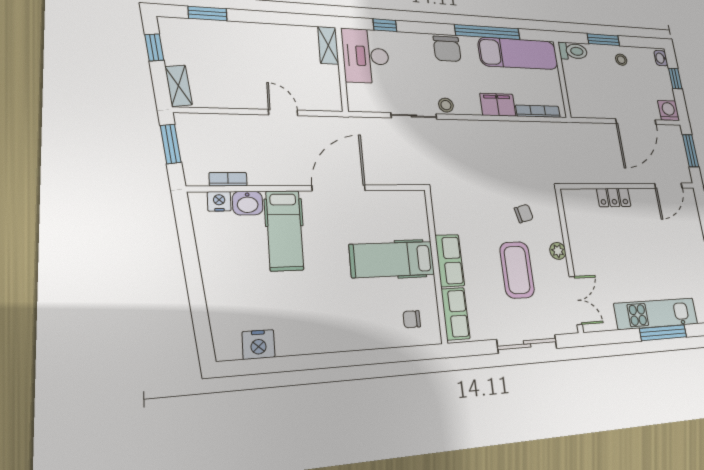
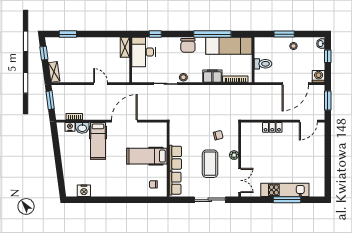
toilet: (573, 51) -> (263, 64), moved

